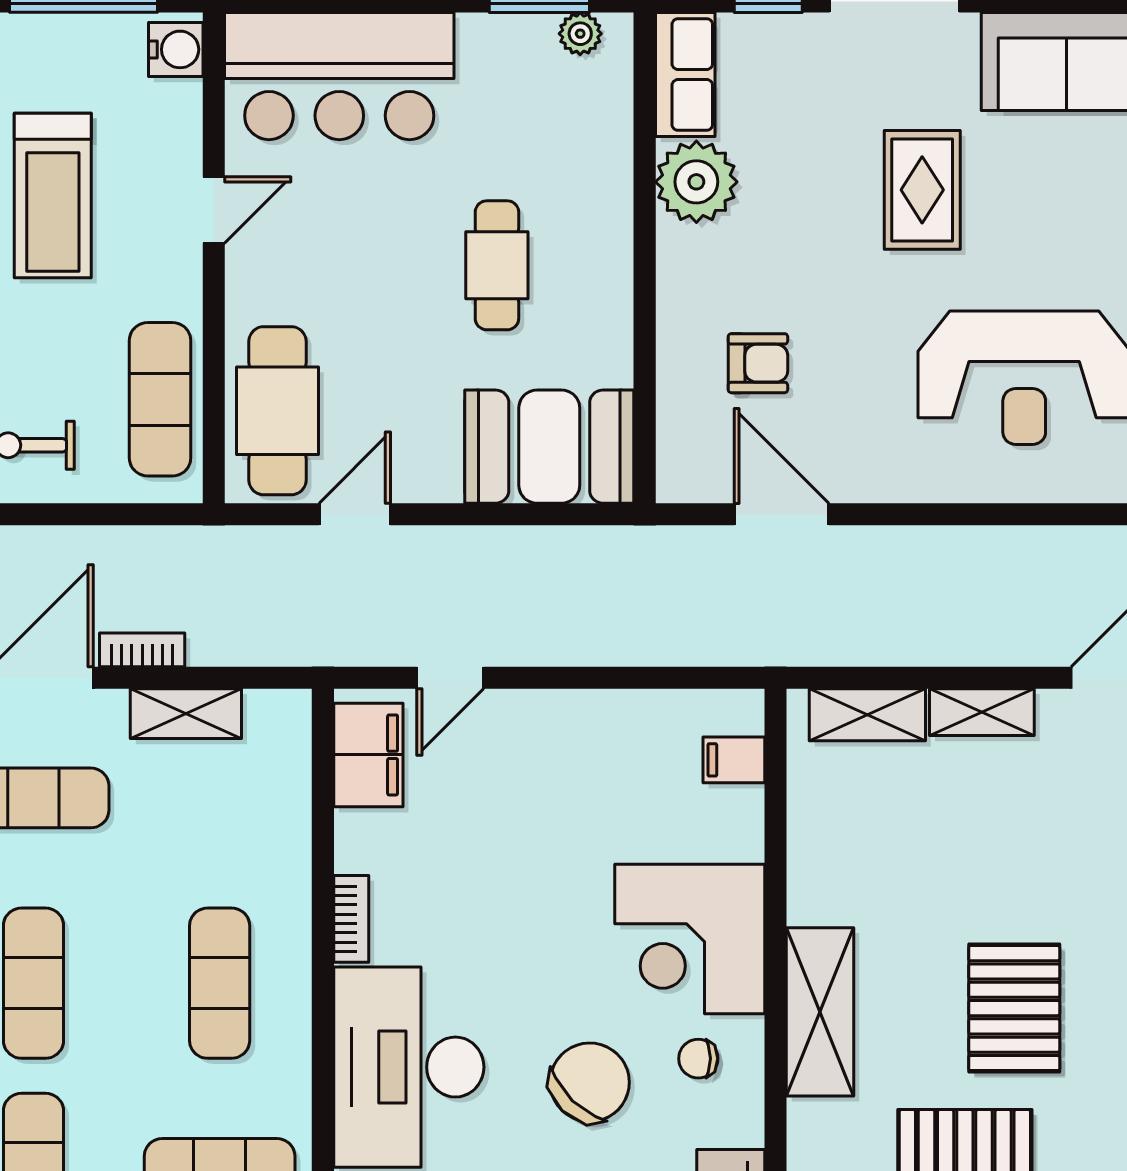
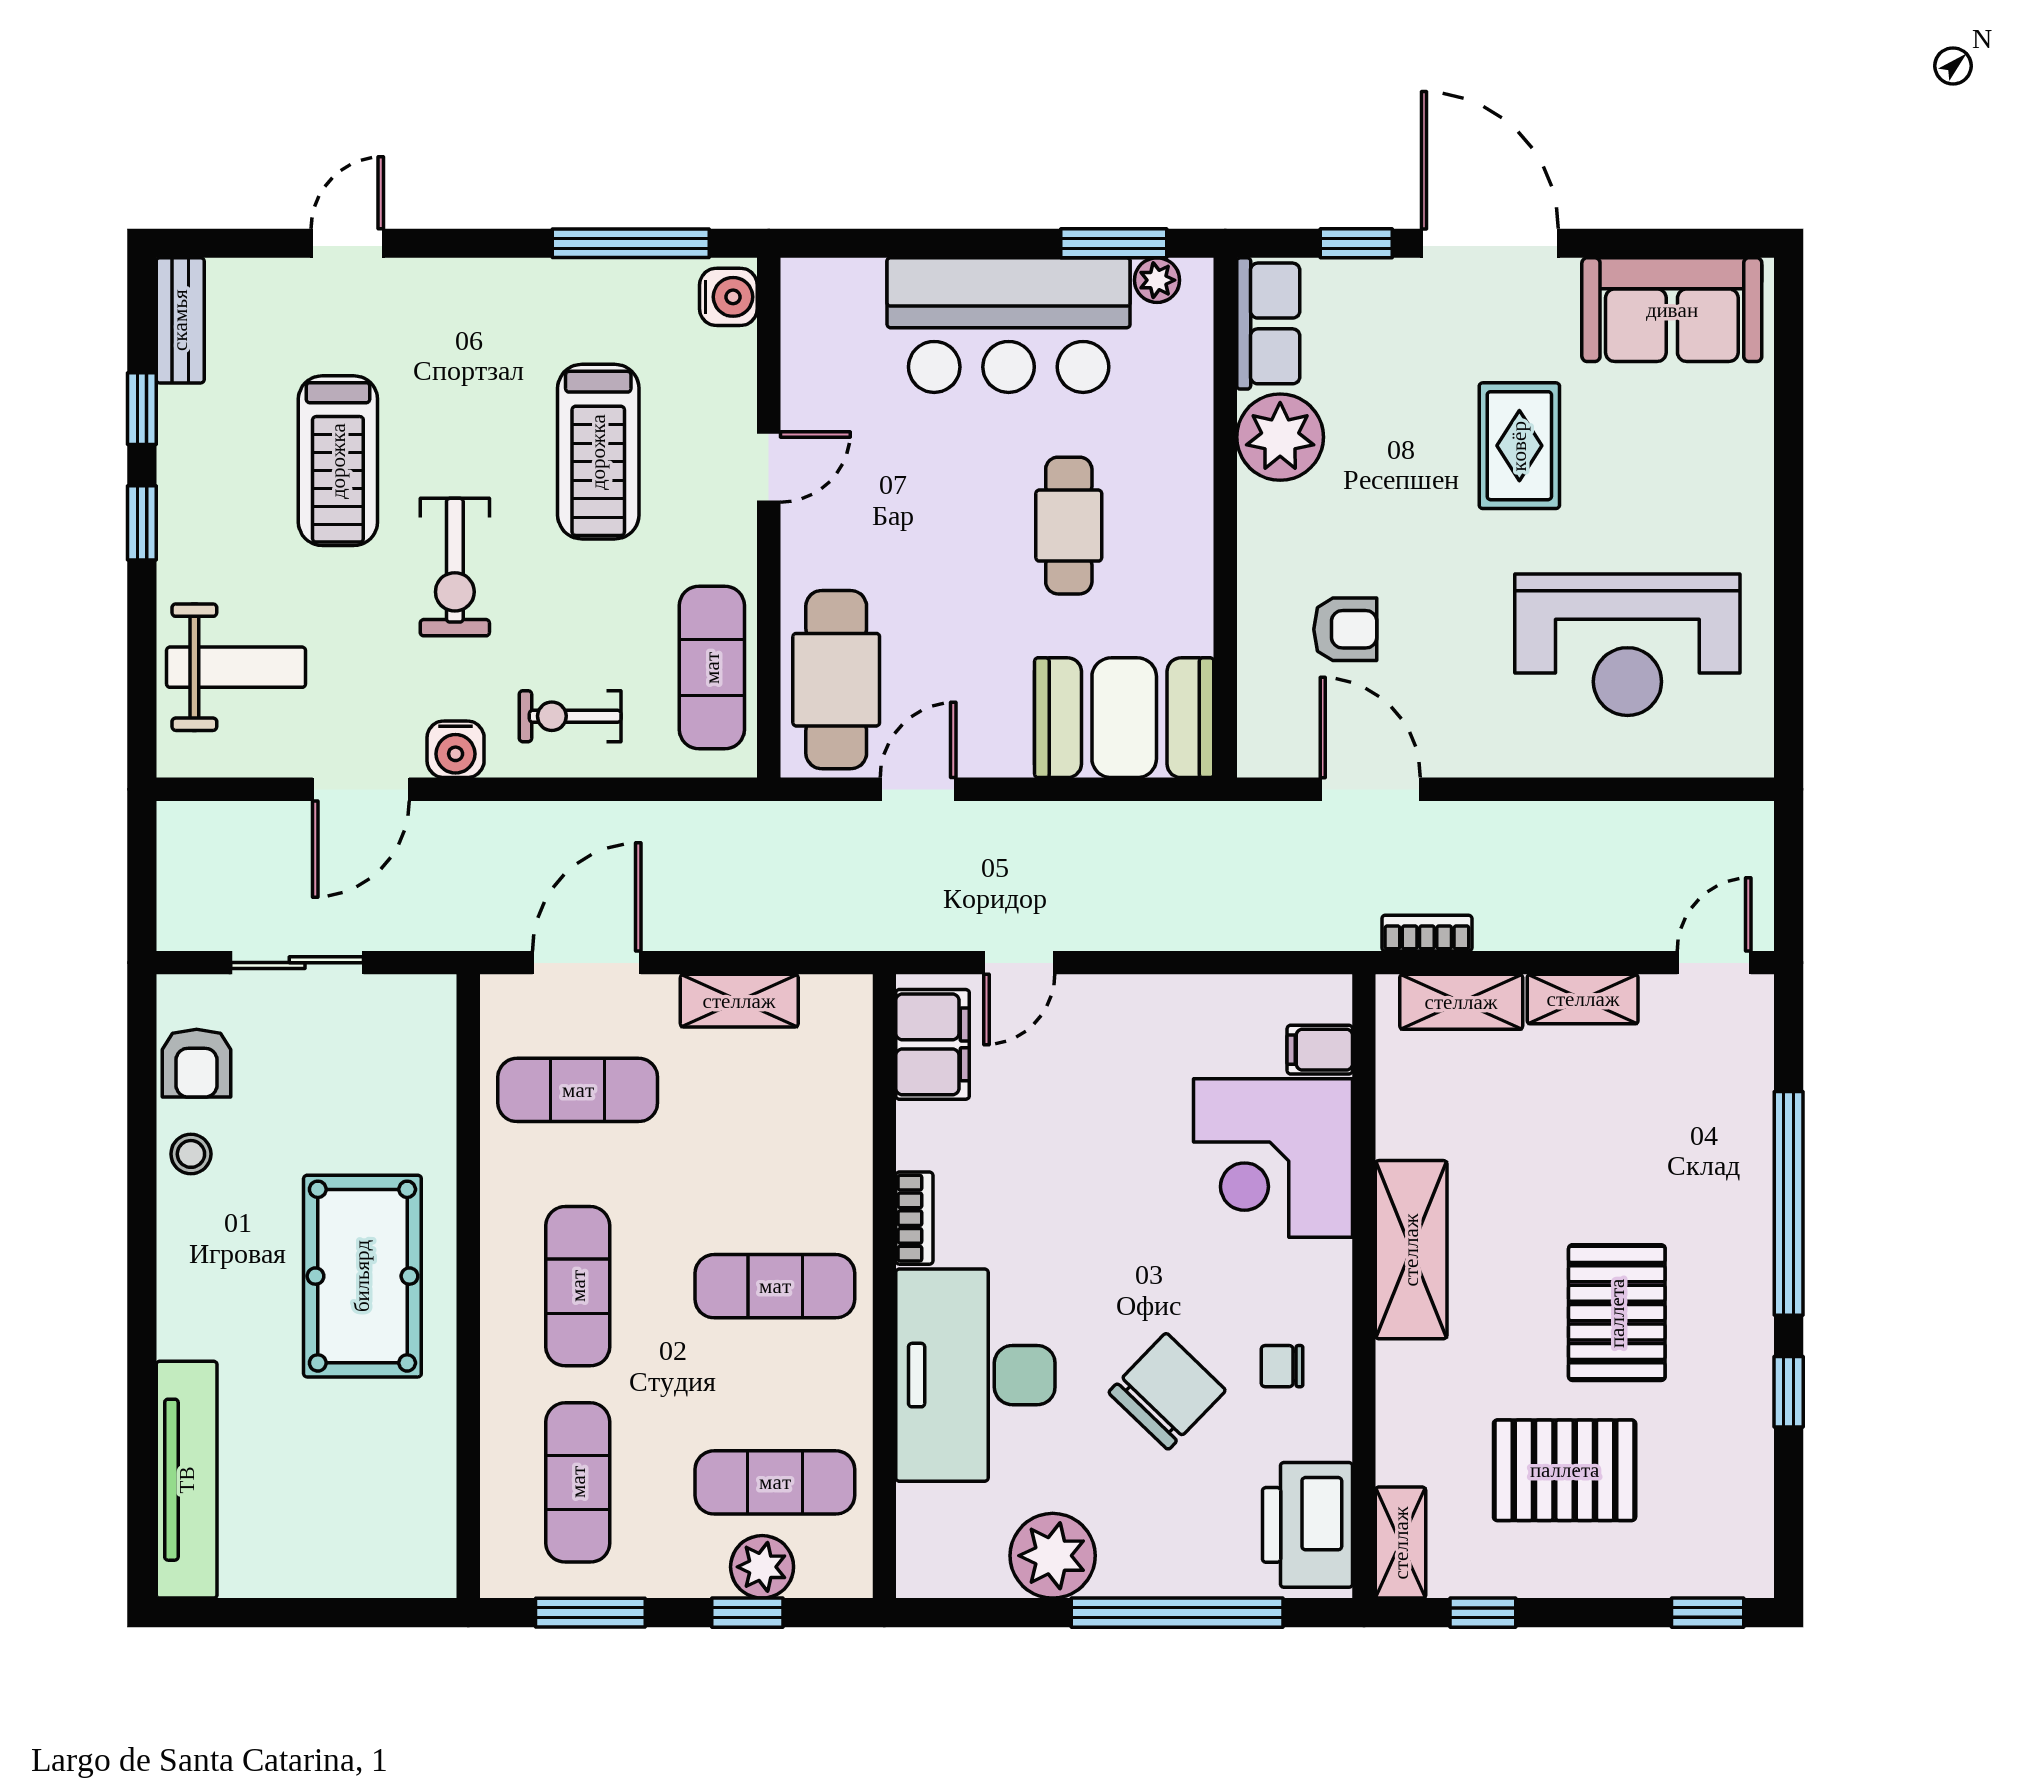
bar counter: (339, 76) -> (1009, 325), moved
bookcase: (142, 650) -> (1427, 933), moved
corner desk: (690, 939) -> (1273, 1158), moved
exercise mat: (220, 983) -> (775, 1286), turned 90
shelving: (820, 1012) -> (1411, 1250), moved

